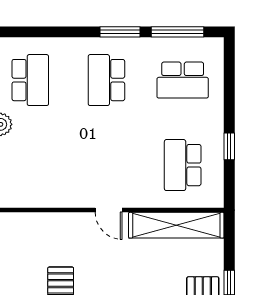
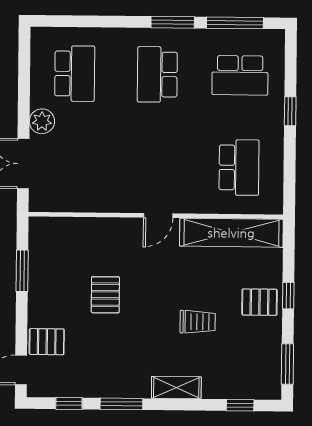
window: (229, 146) -> (290, 111), moved
school desk: (183, 165) -> (239, 167), turned 180
door: (109, 210) -> (158, 216), hinge flipped

